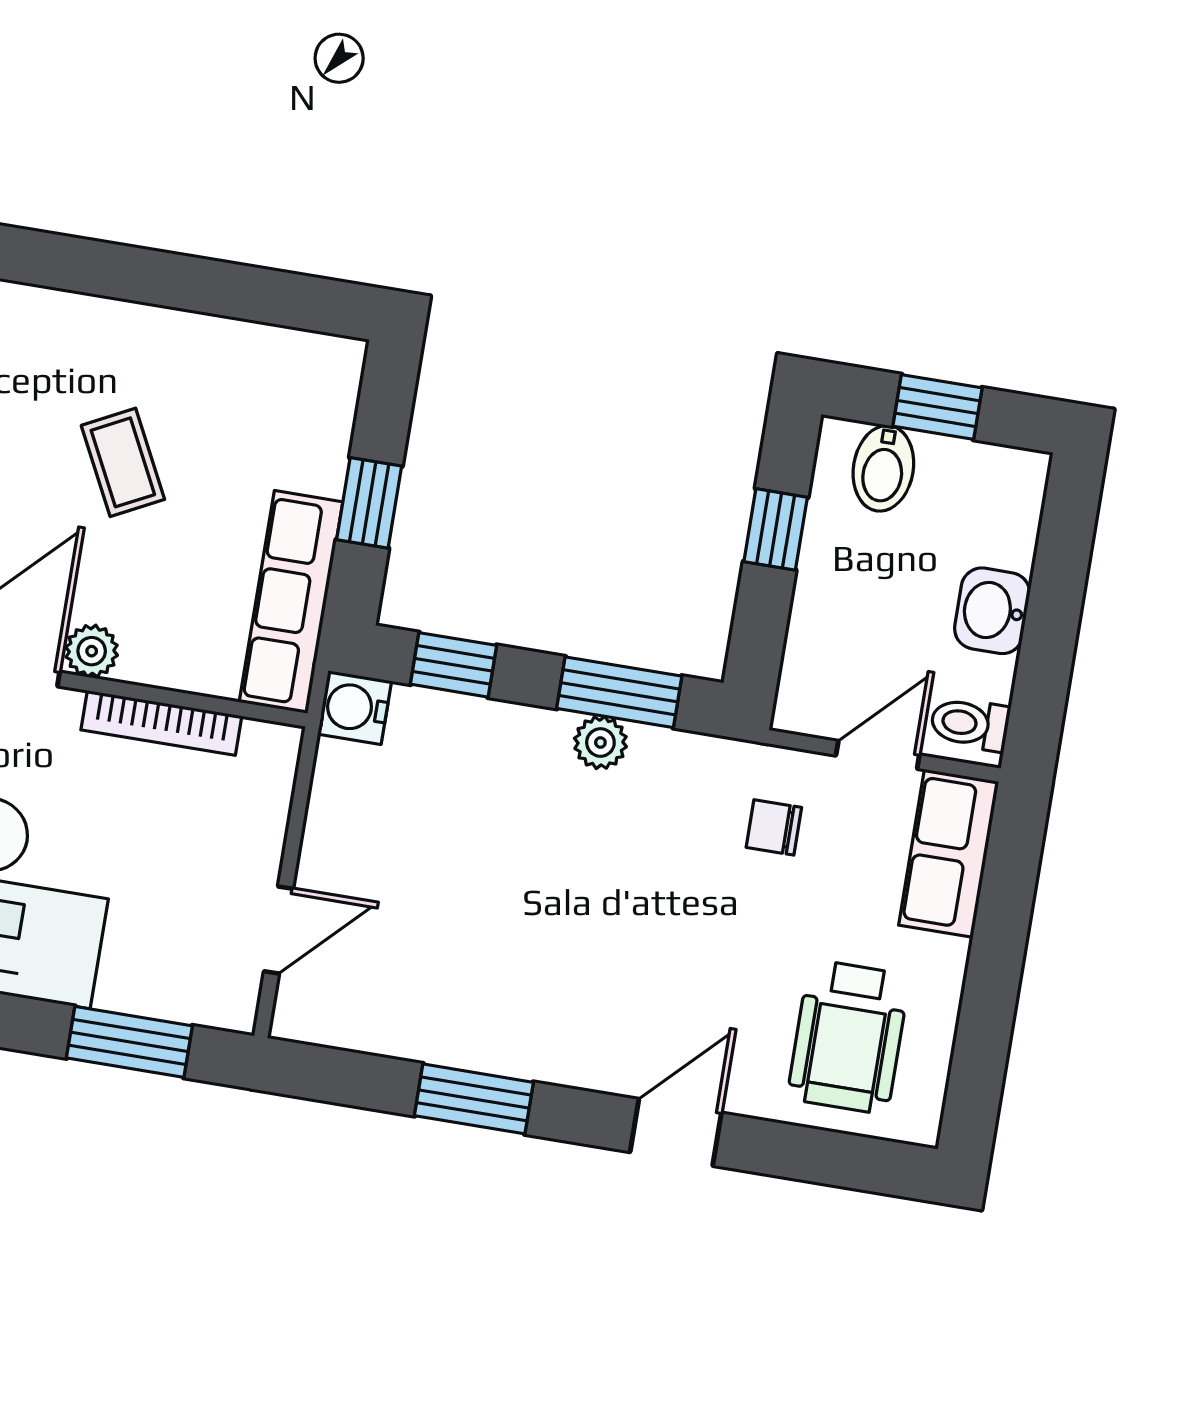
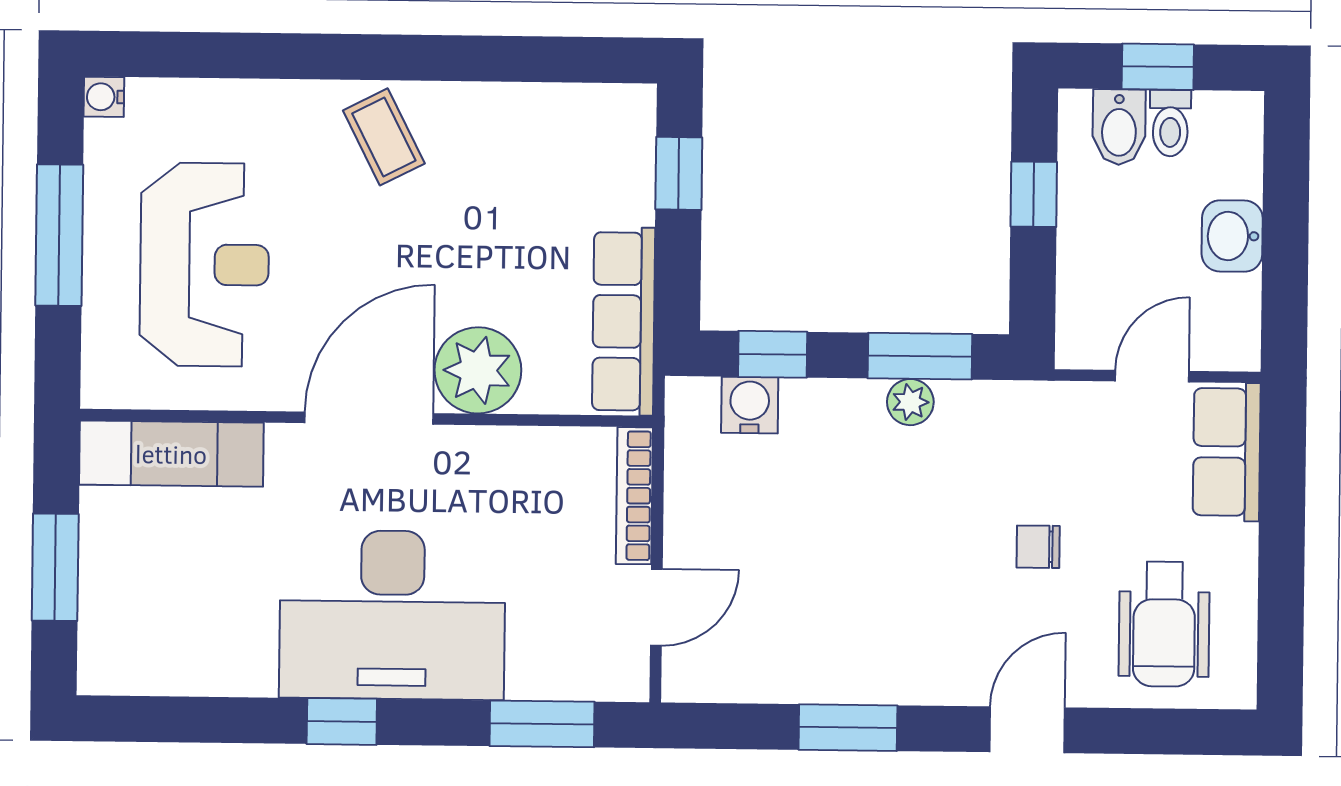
coffee table: (123, 462) -> (384, 137), moved
window: (369, 503) -> (679, 173), moved
plant: (92, 651) -> (478, 370), width x1.88, depth x1.88
water cooler: (355, 708) -> (750, 405), moved, turned 90
bookcase: (161, 723) -> (634, 496), moved, turned 90
toilet: (970, 724) -> (1170, 123), moved, turned -90
chair: (774, 827) -> (1038, 547), moved

